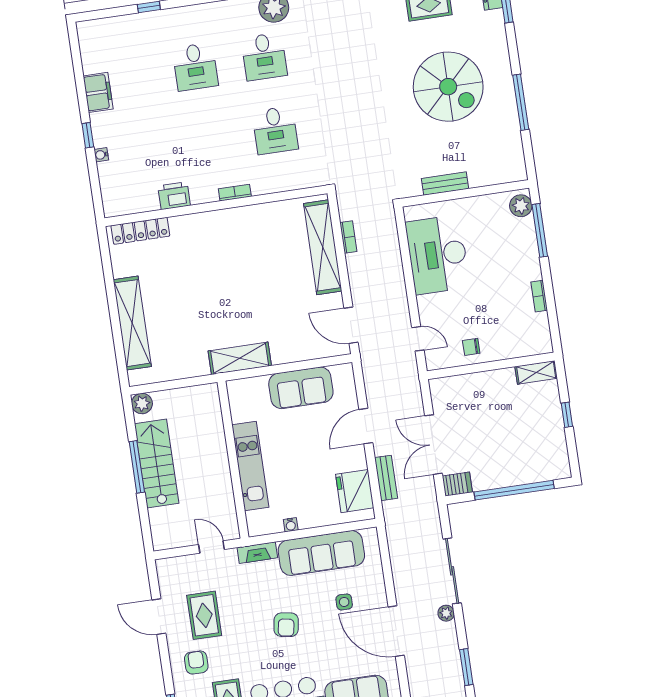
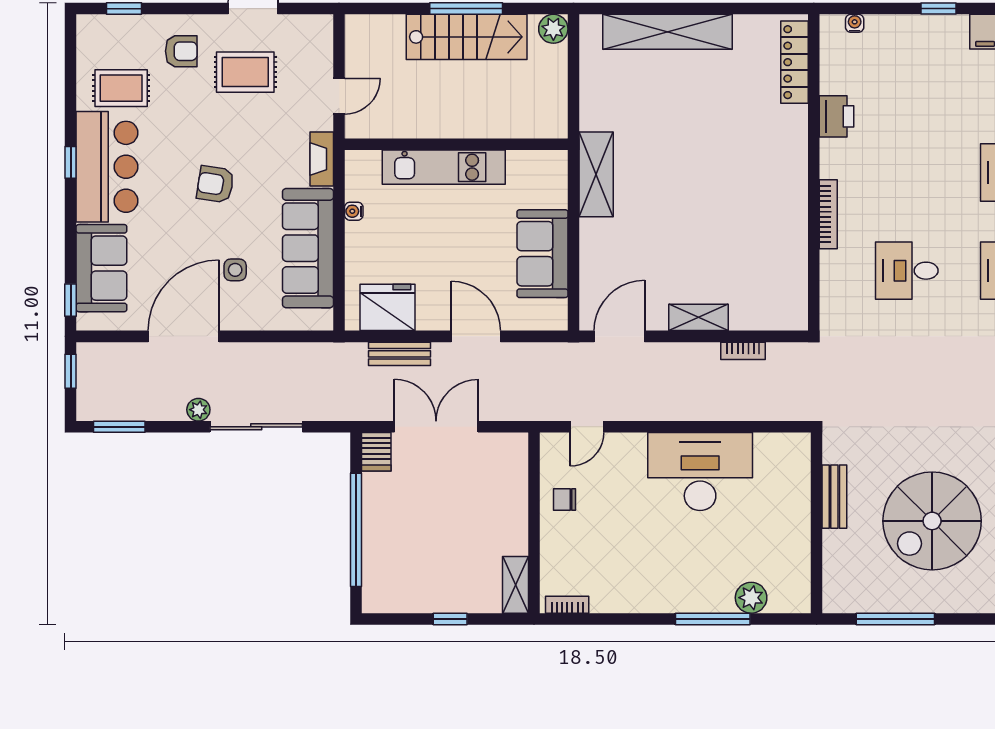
water cooler: (101, 155) -> (855, 23), moved
bench: (445, 184) -> (834, 497), moved
bookcase: (235, 193) -> (828, 214), width x1.56
wall: (465, 193) -> (817, 523), moved
shelving: (323, 247) -> (698, 317), width x0.45, depth x0.75
bookcase: (539, 296) -> (567, 605), moved
chair: (471, 347) -> (565, 500), turned -90

